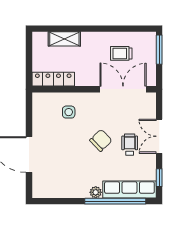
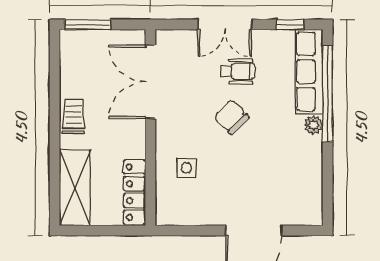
shelving: (64, 39) -> (75, 187), width x1.50, depth x1.33
trolley: (121, 53) -> (73, 117), moved, turned 180
wheelchair: (130, 145) -> (238, 71), turned 180

